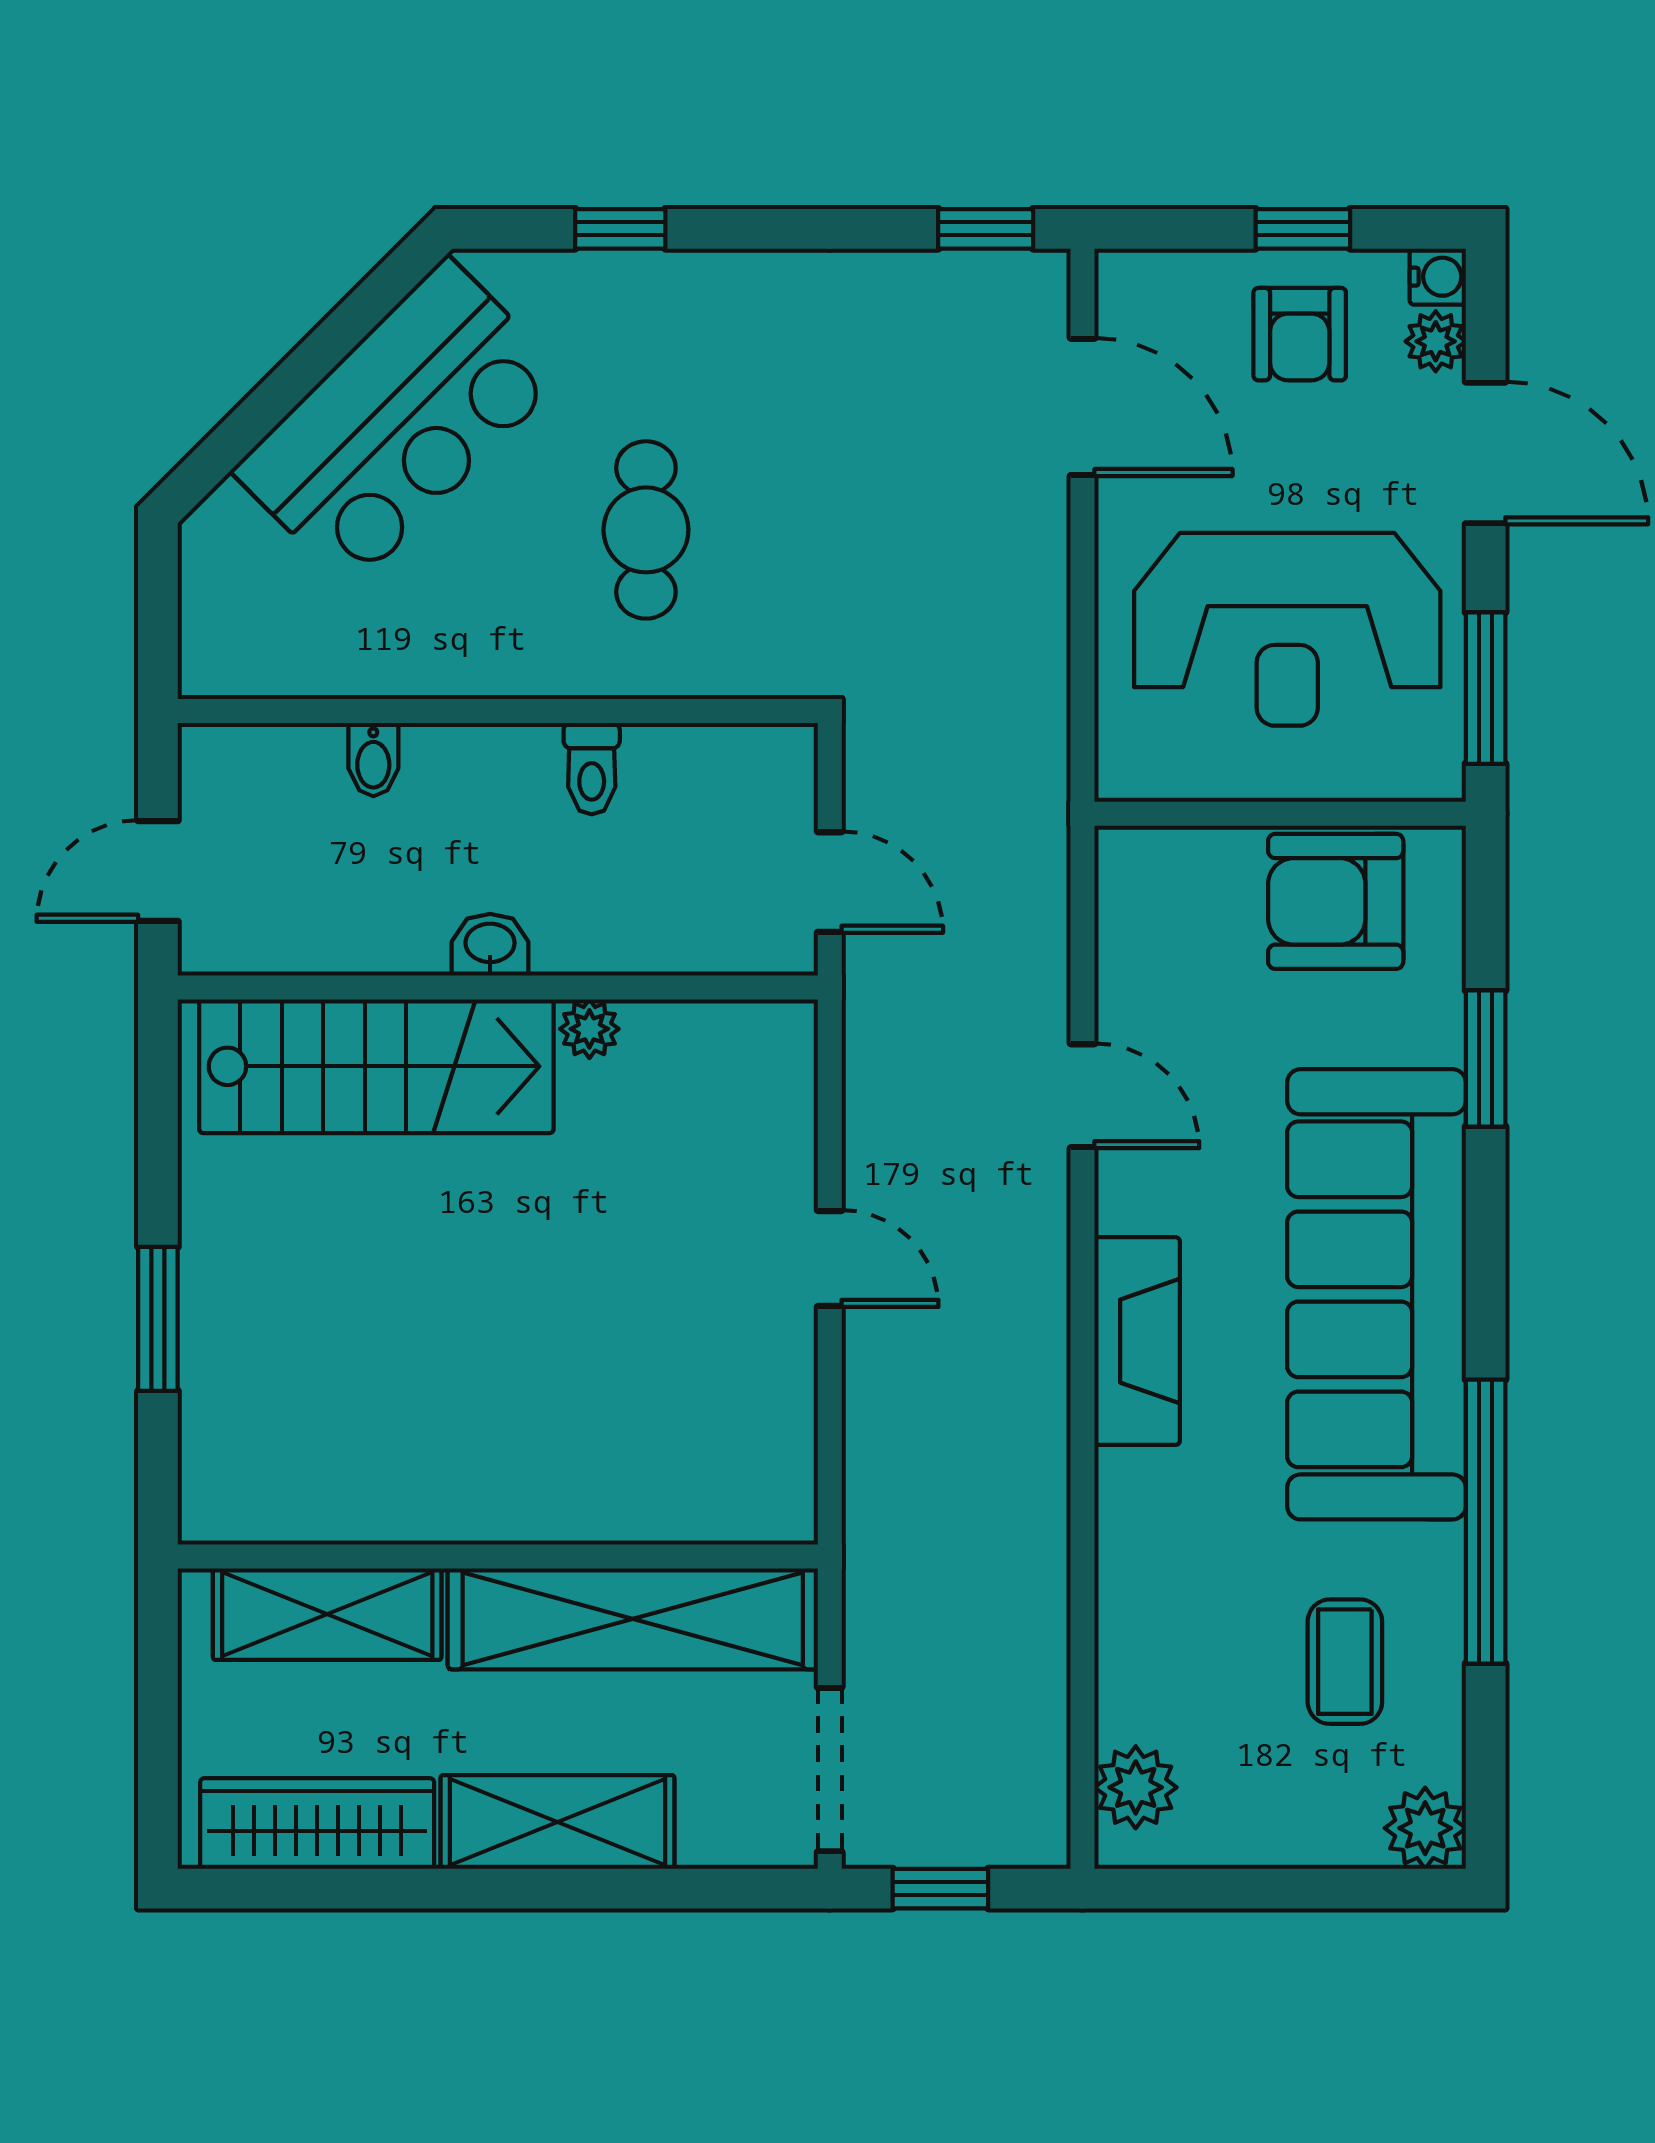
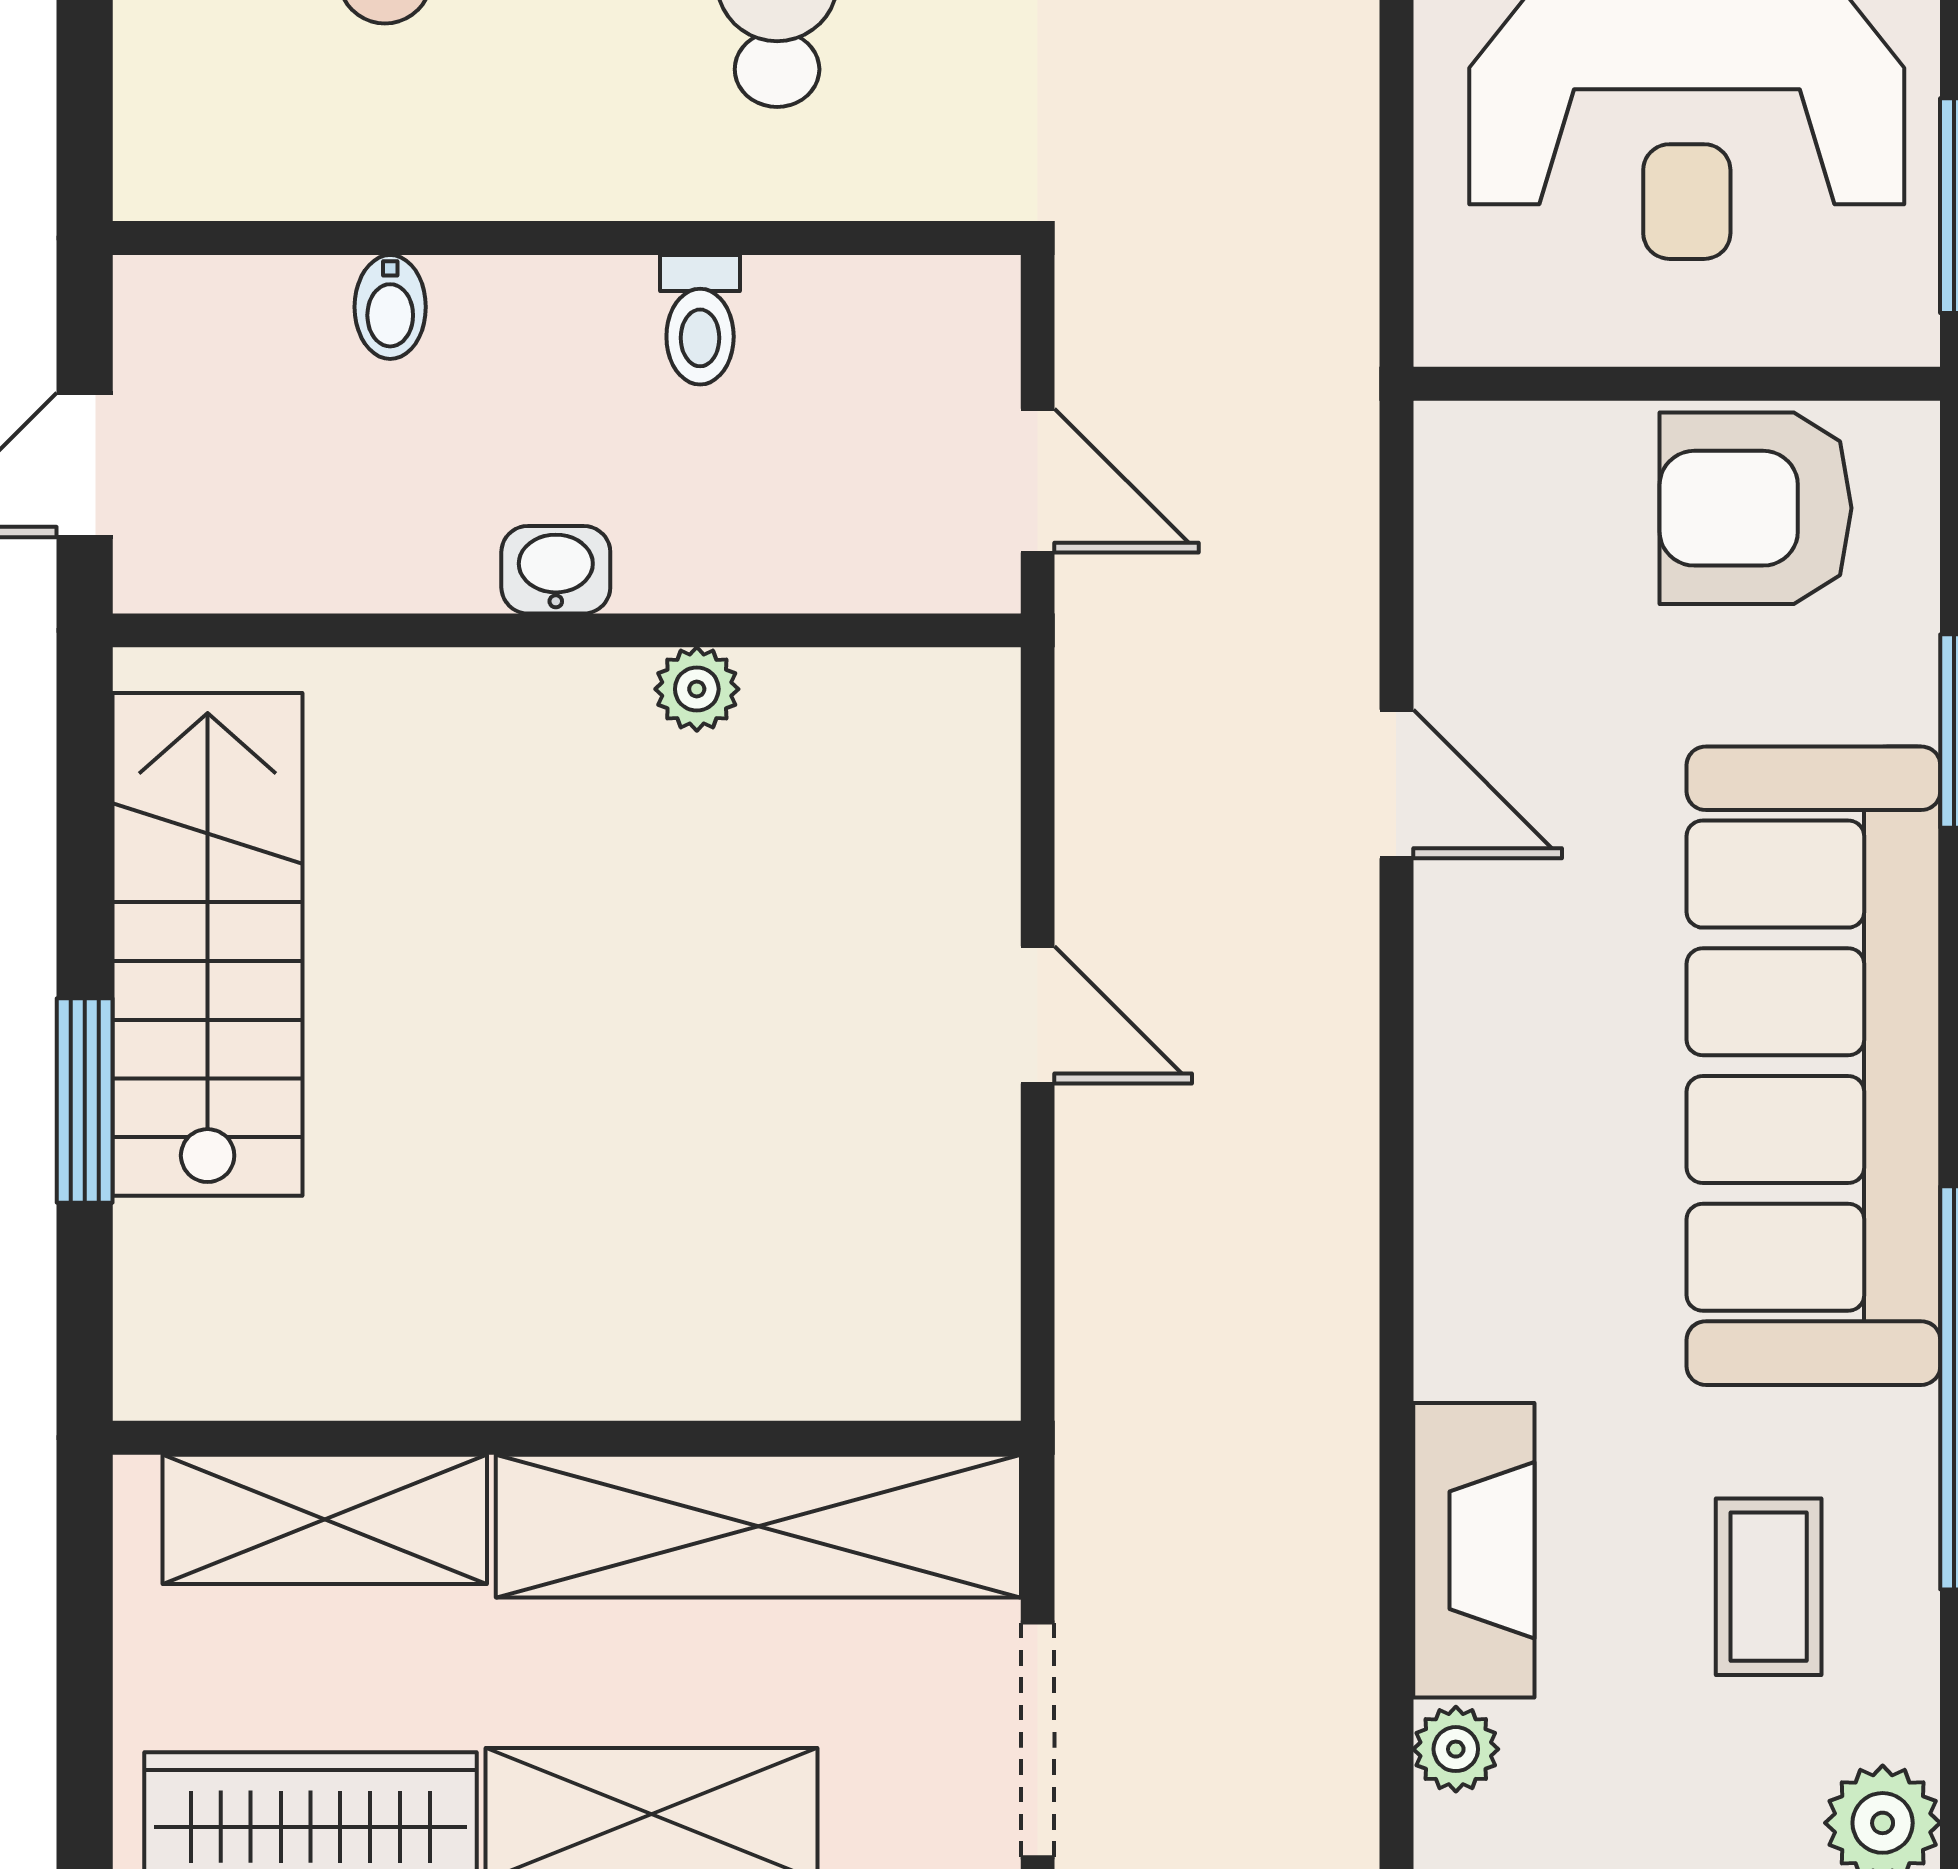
stairs: (376, 1066) -> (208, 944), moved, turned -90
fireplace: (1137, 1341) -> (1474, 1550), moved
plant: (1136, 1787) -> (1456, 1749), width x0.73, depth x0.73

